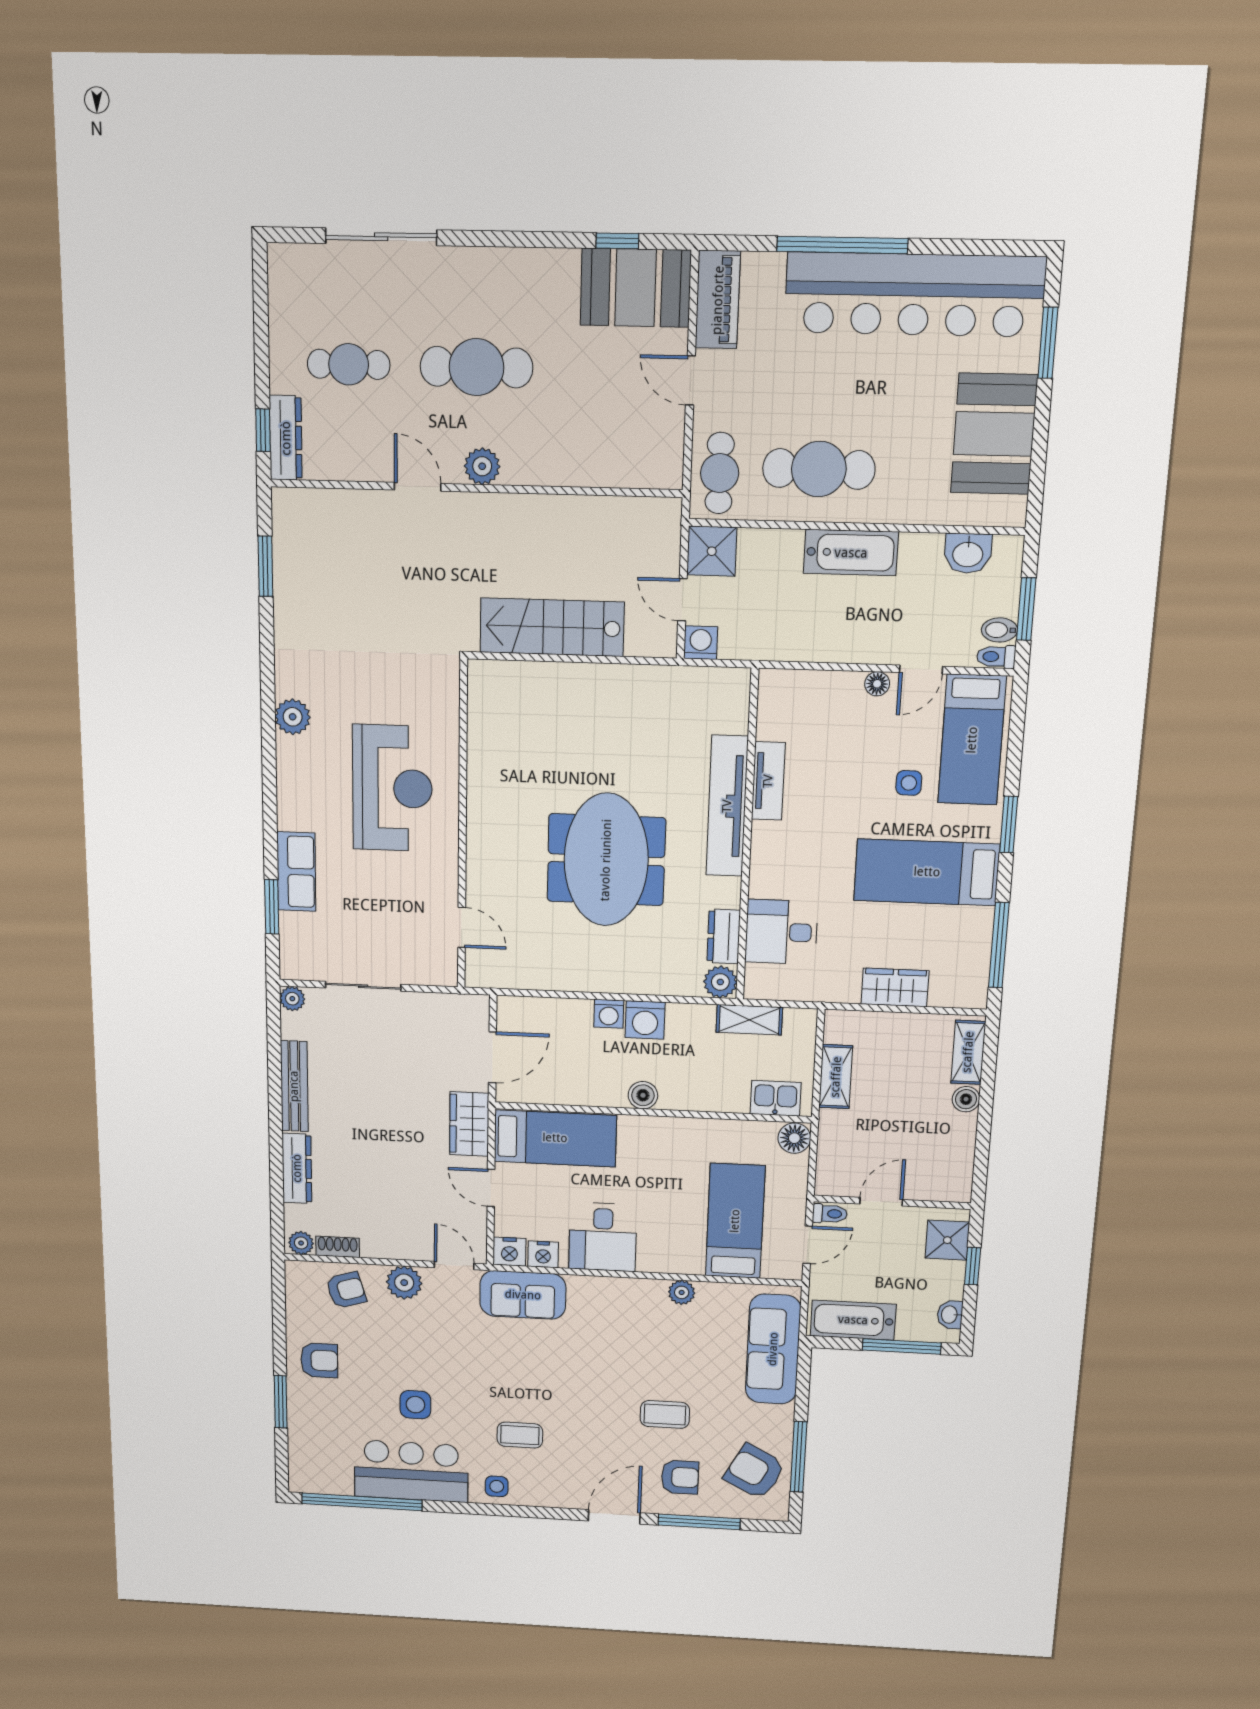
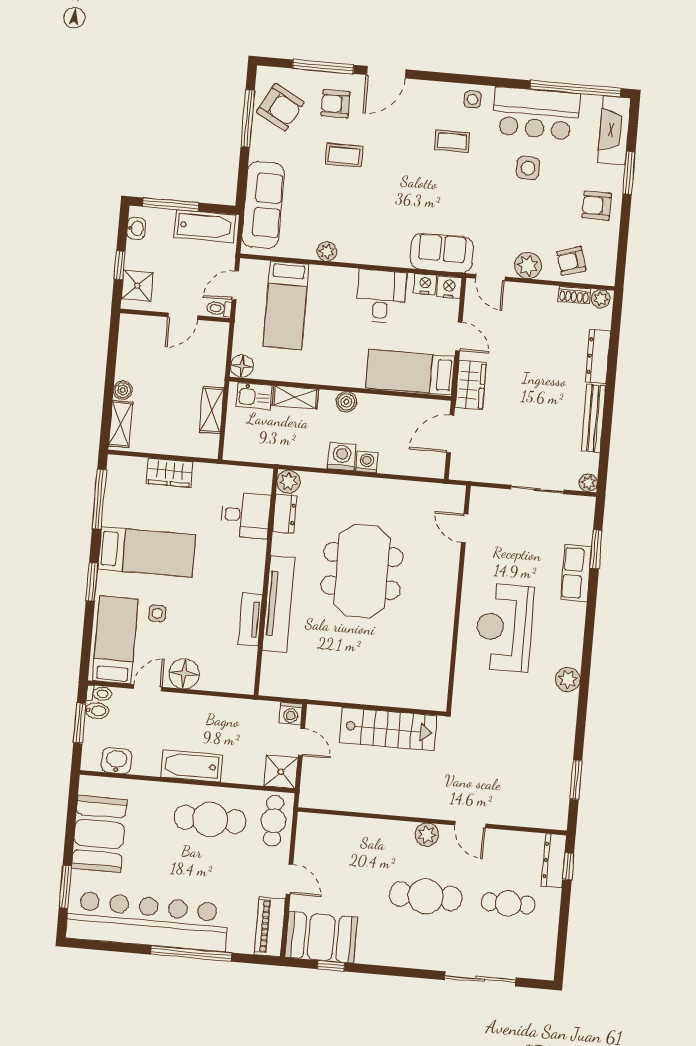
floor lamp: (877, 684) -> (184, 674), width x1.89, depth x1.89
shelving: (749, 1020) -> (295, 397), moved
fireplace: (306, 1453) -> (614, 130), added

